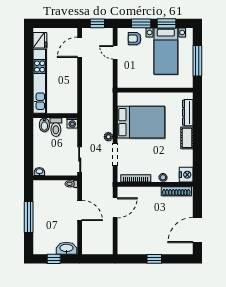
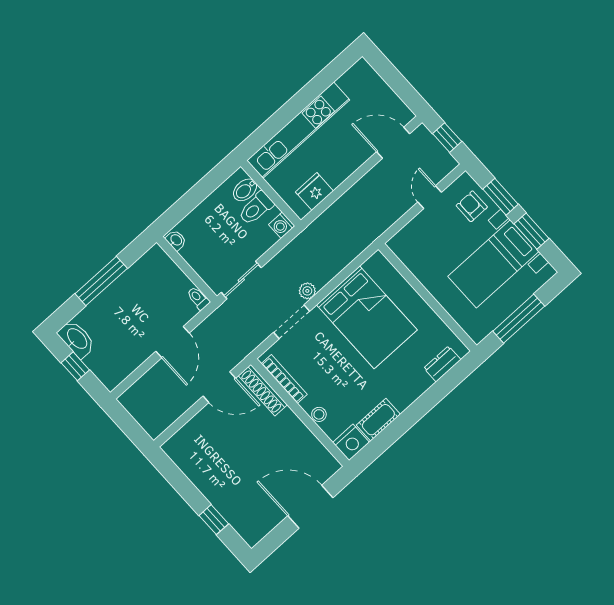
fridge: (40, 40) -> (314, 192), moved, turned 180
dresser: (188, 113) -> (442, 364), width x0.70
cot: (187, 138) -> (378, 420), moved
shoe rack: (176, 191) -> (263, 390), moved
door: (197, 230) -> (310, 507), moved
washbasin: (66, 248) -> (77, 339), moved
window: (154, 259) -> (214, 520), moved

